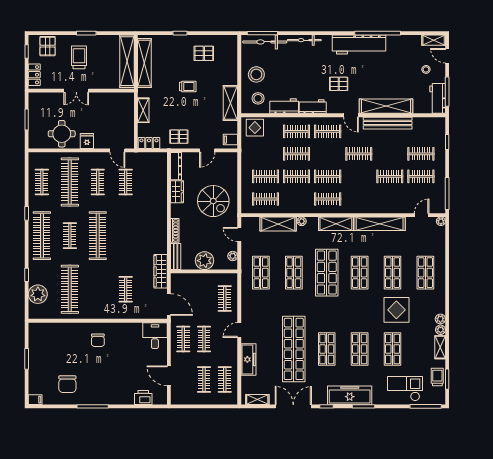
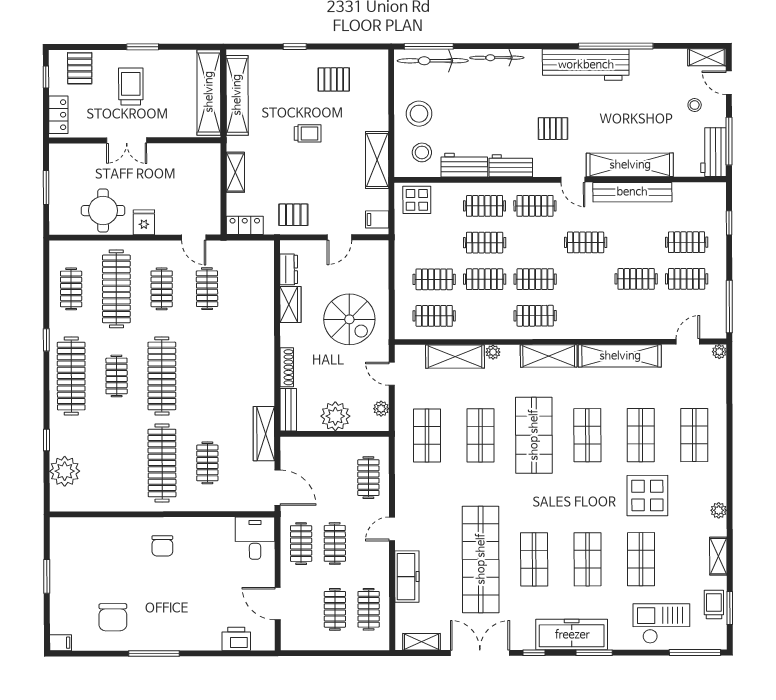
dresser: (176, 166) -> (289, 269), width x0.70
clothes rail: (70, 289) -> (162, 463), moved
plant: (441, 330) -> (719, 528), removed

